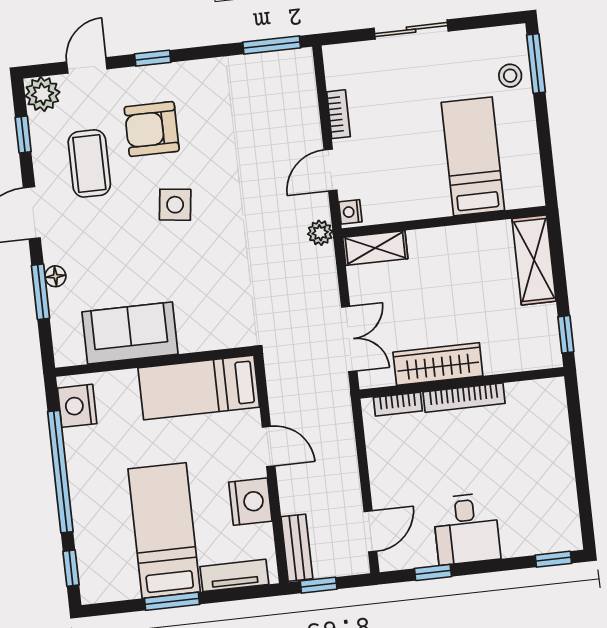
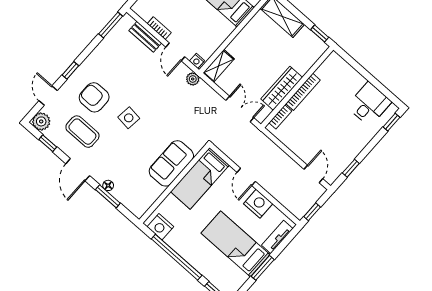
armchair: (152, 129) -> (94, 97), turned 90
sofa: (130, 333) -> (171, 163), moved
door: (269, 447) -> (246, 177), swing flipped
desk: (466, 529) -> (369, 104), moved, turned -90
bench: (297, 548) -> (145, 37), moved

